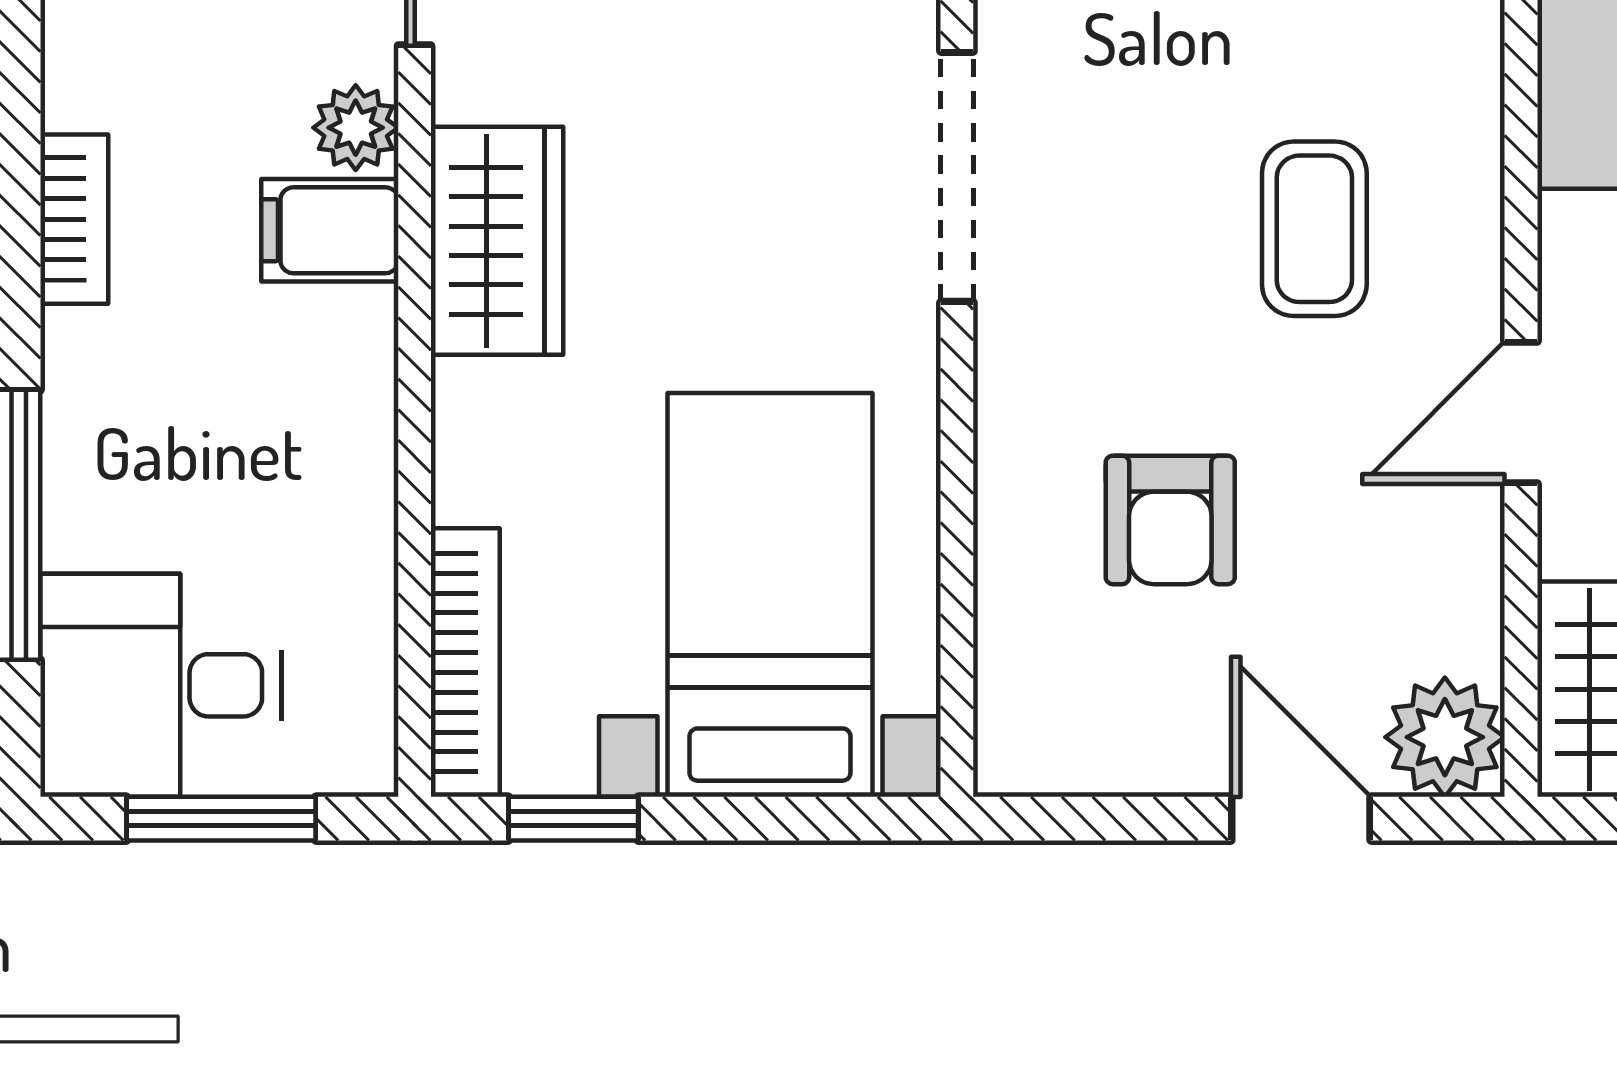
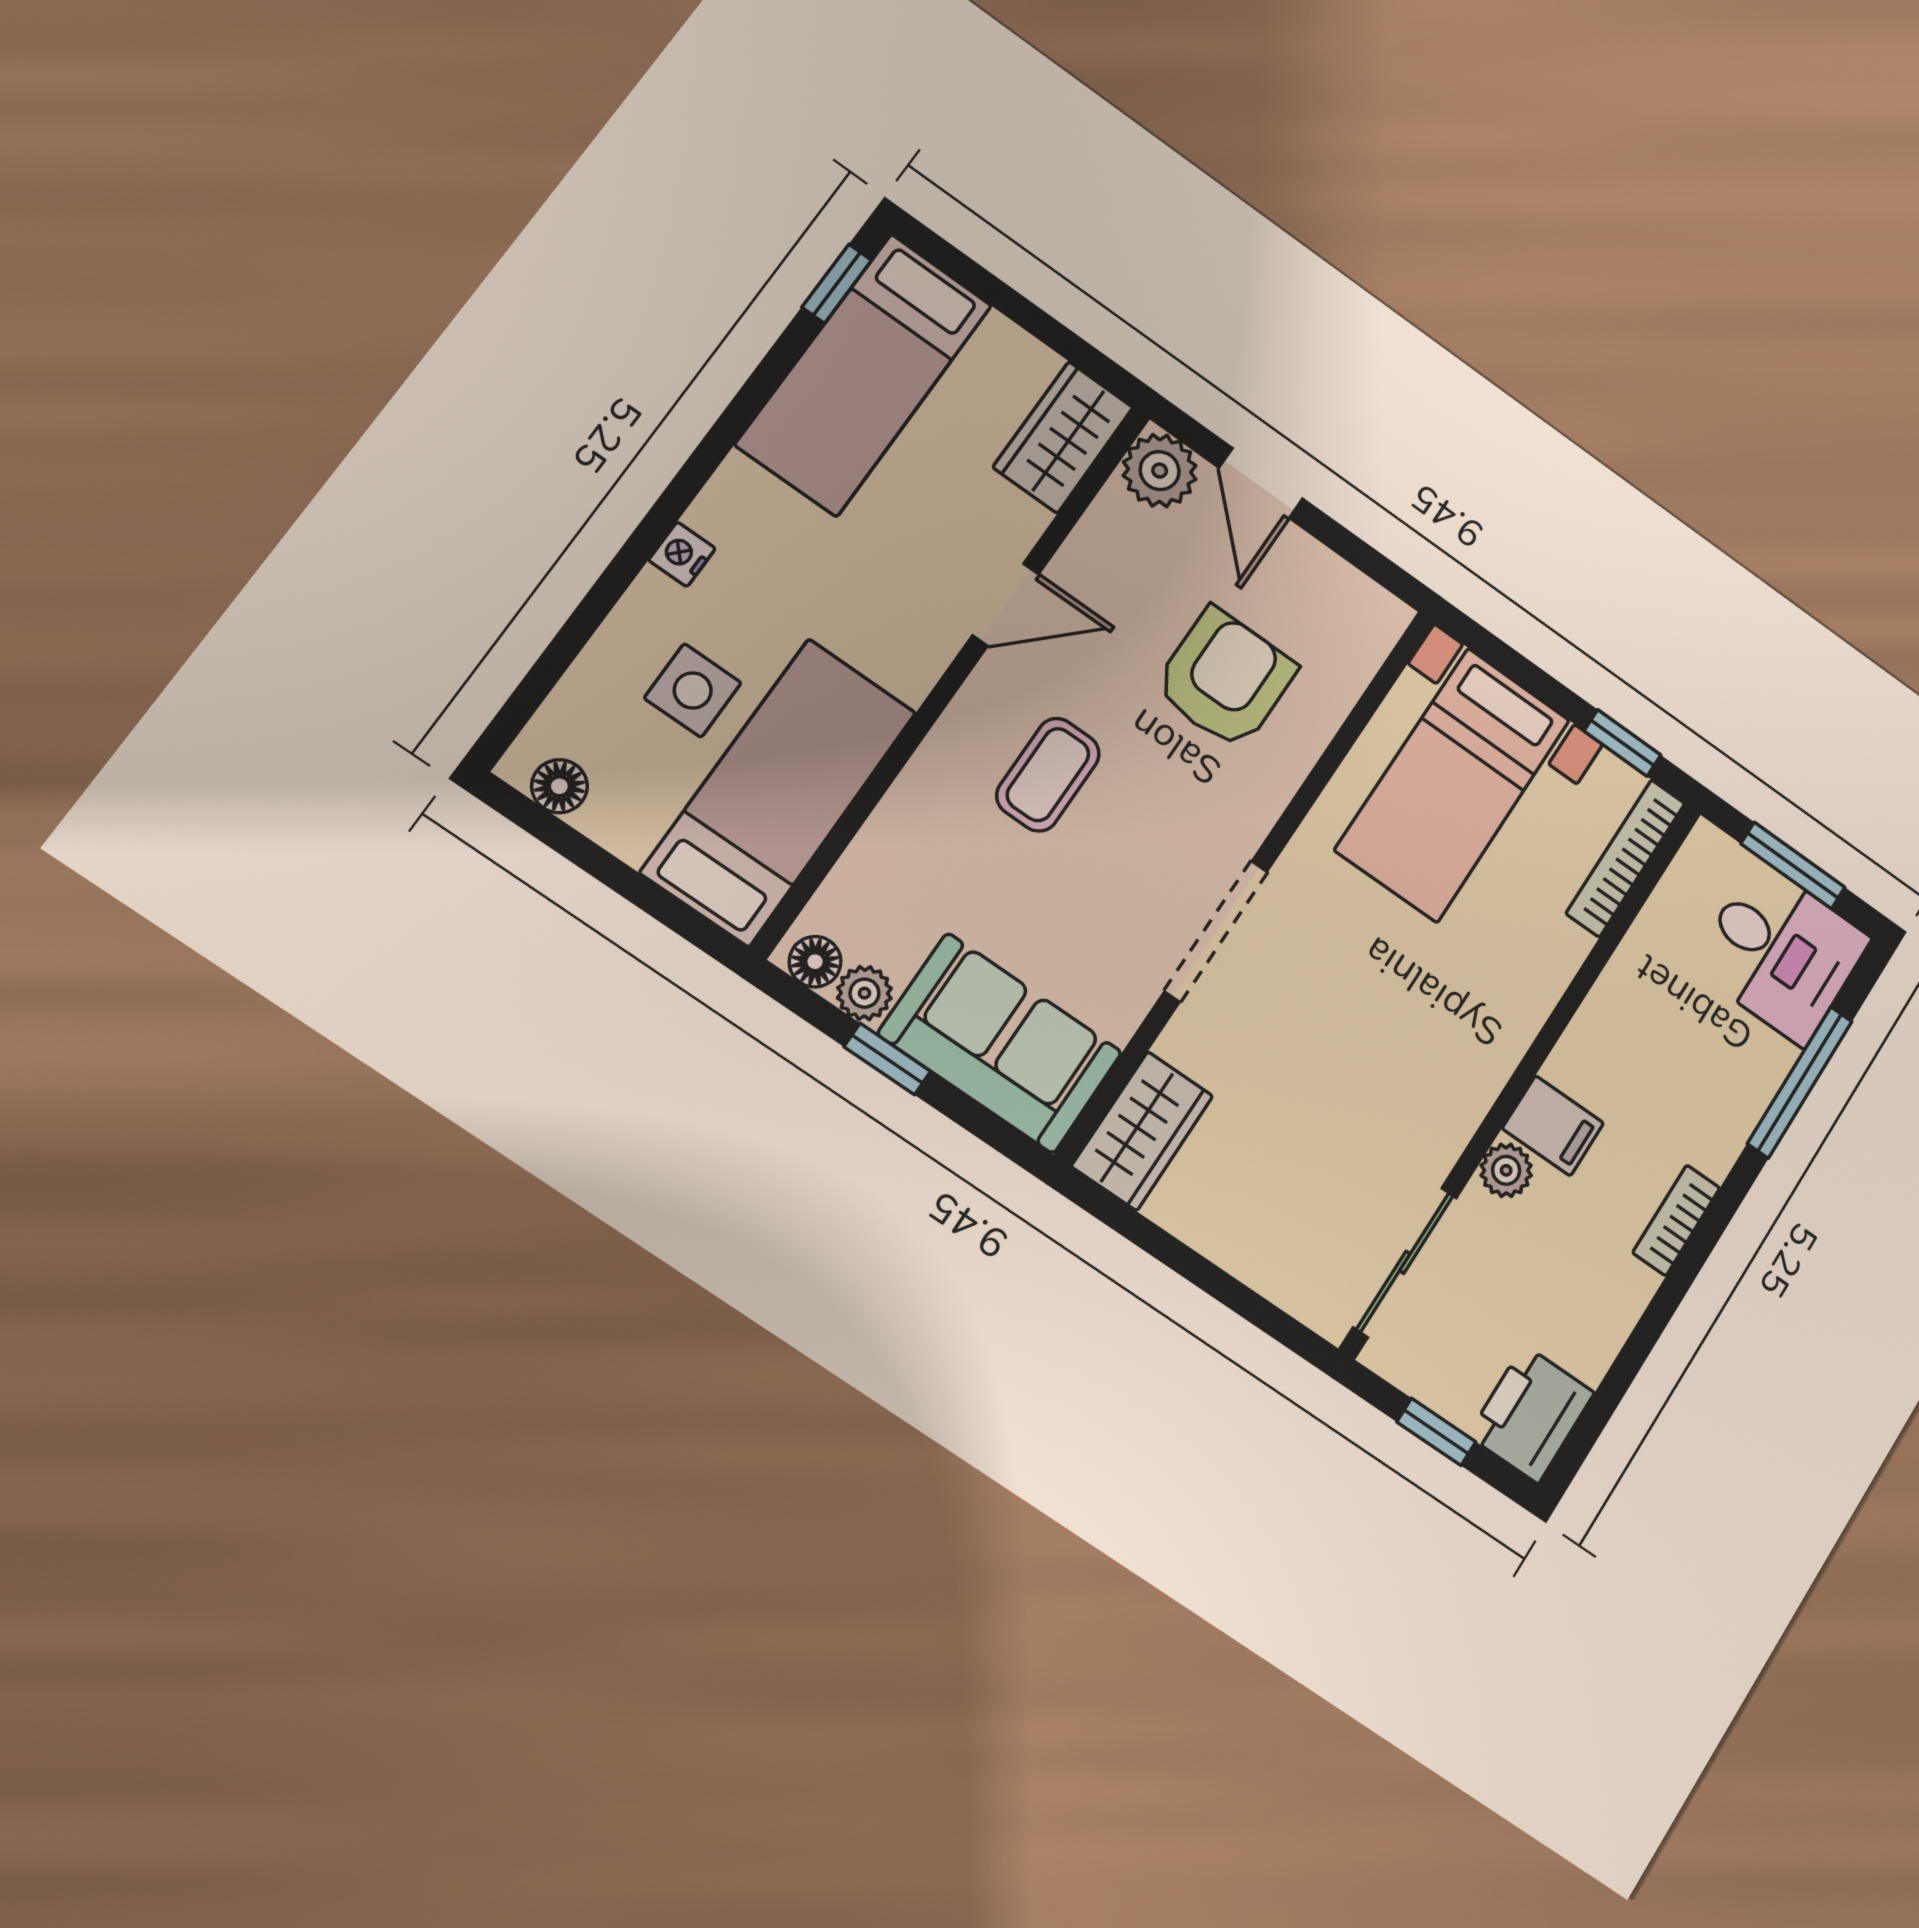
wardrobe: (497, 241) -> (1472, 1062), removed
armchair: (1170, 520) -> (1225, 679), width x1.38, depth x1.38

